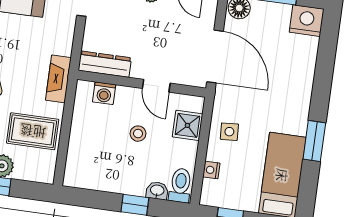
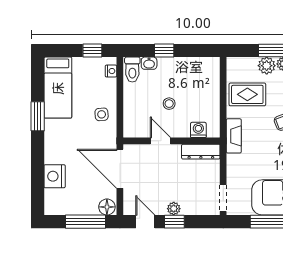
nightstand: (307, 21) -> (55, 176), moved, turned 90
shower: (187, 125) -> (133, 115), removed
nightstand: (211, 170) -> (111, 71), moved

